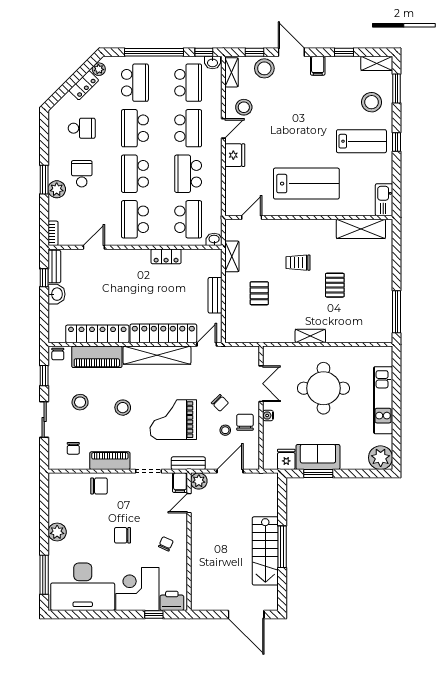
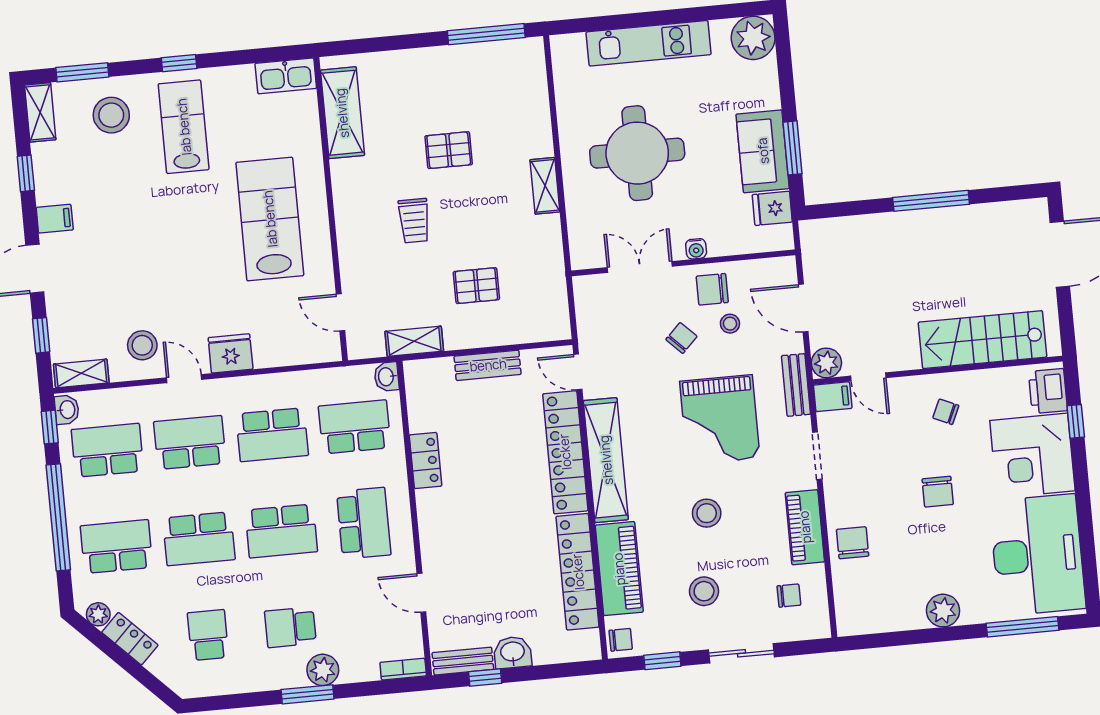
stool: (264, 68) -> (69, 315), removed
school desk: (135, 219) -> (364, 523), turned -90
stairs: (265, 551) -> (983, 340), moved, turned 180

